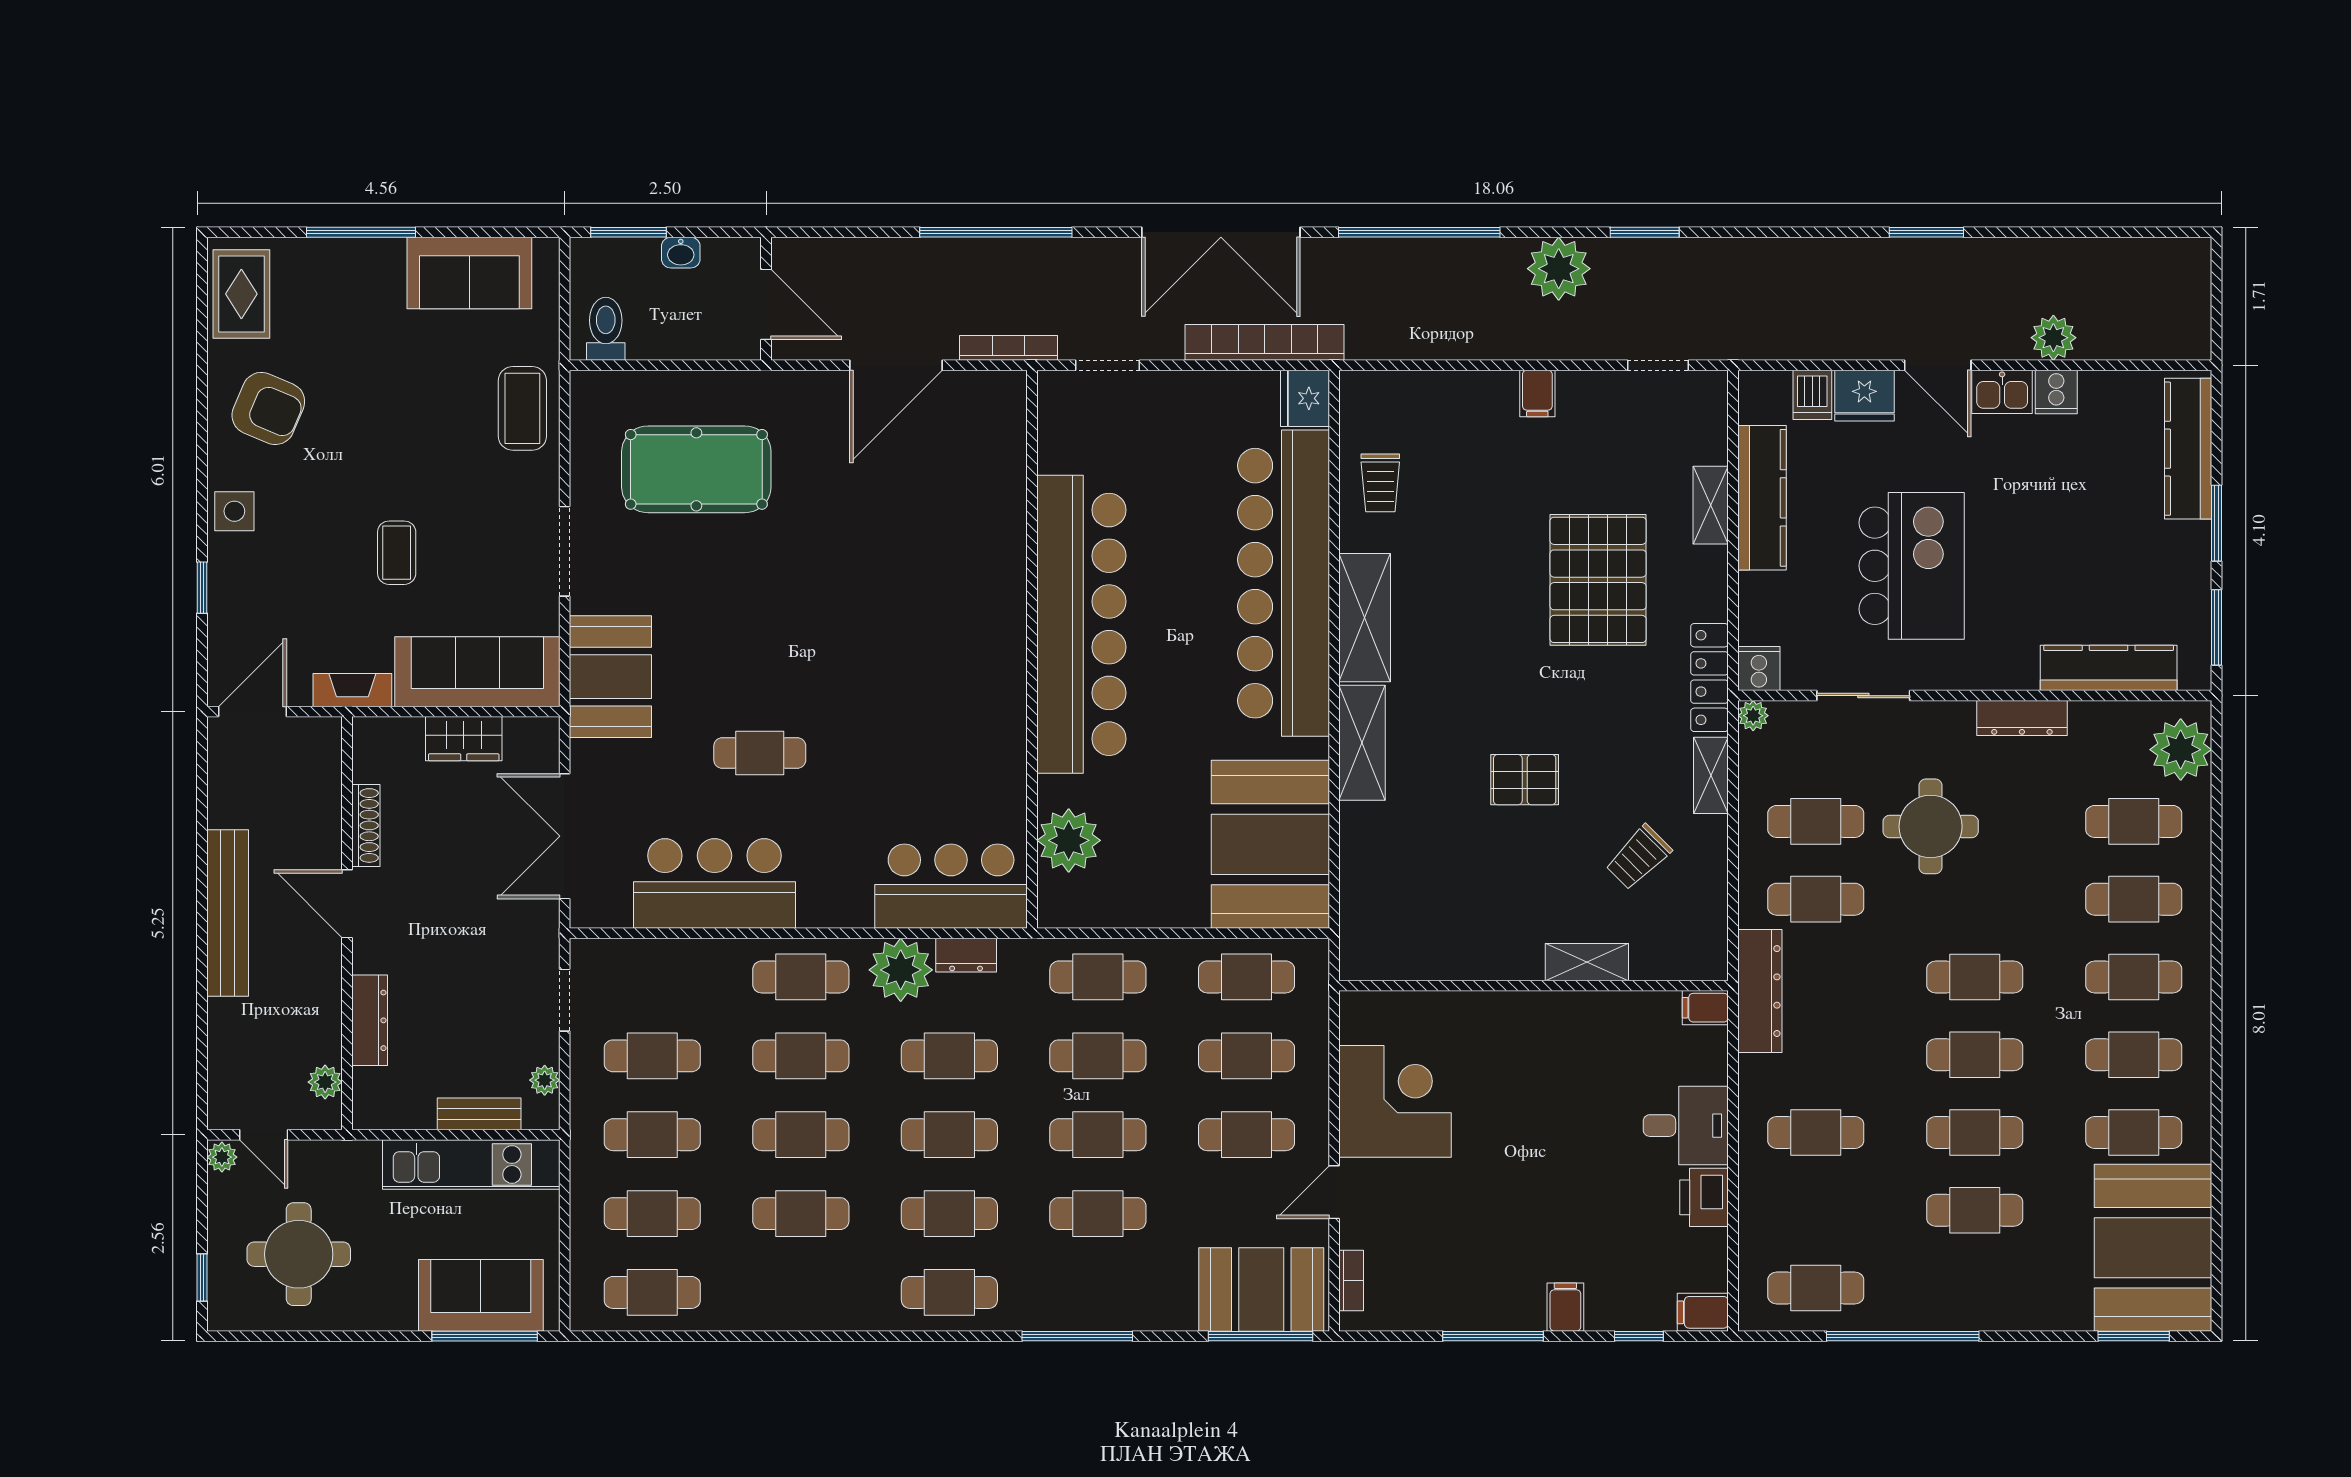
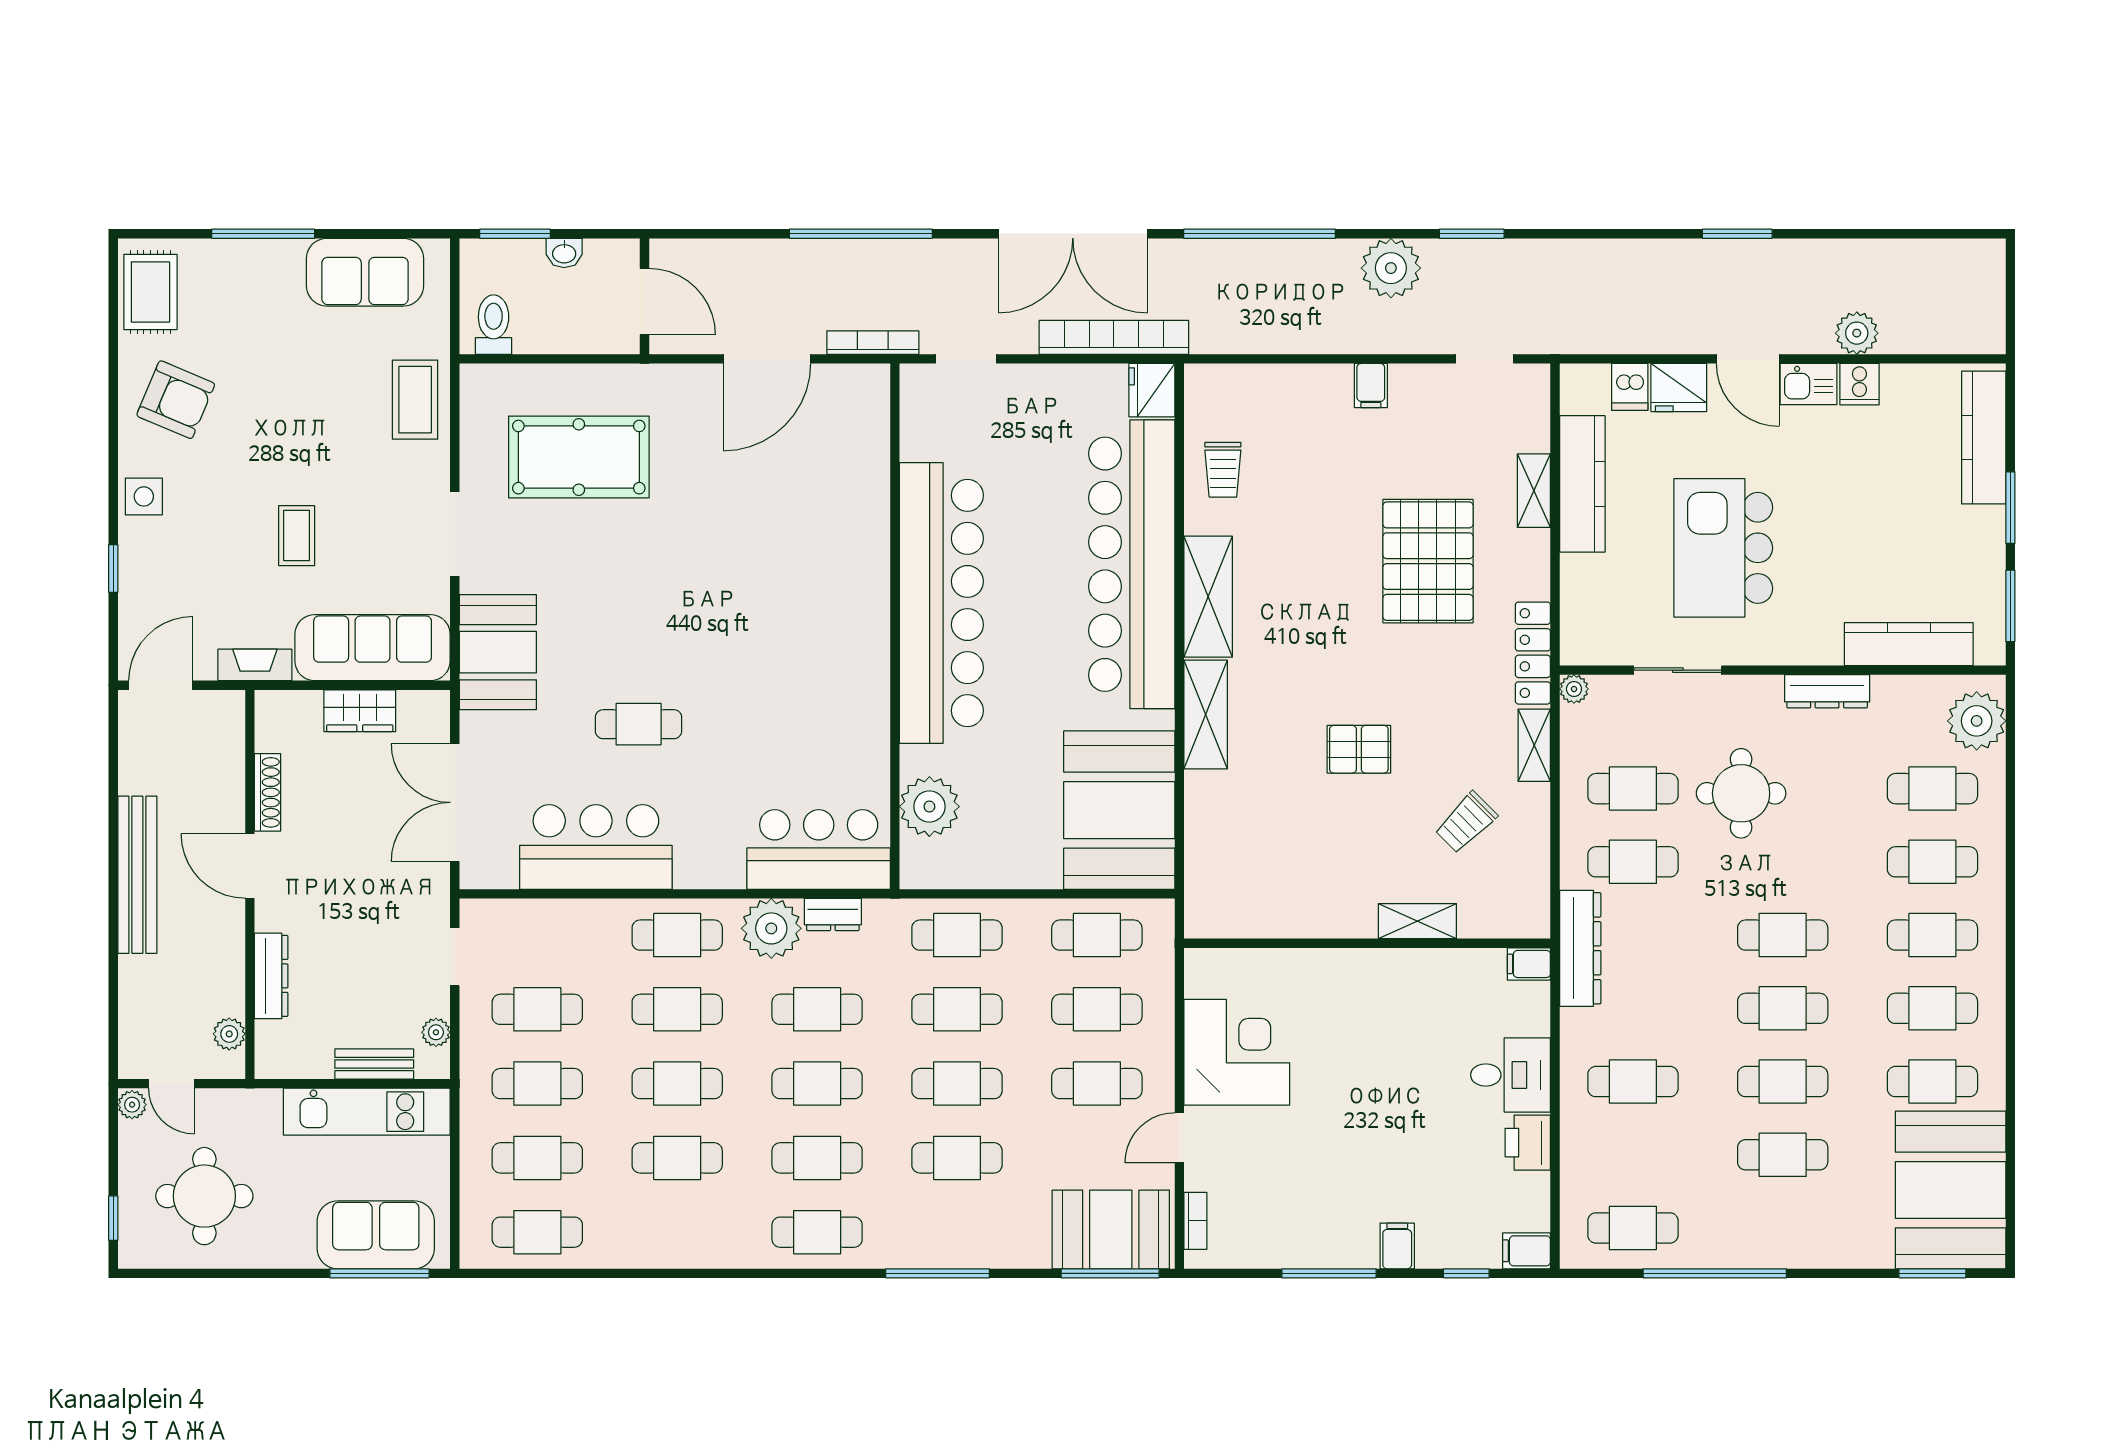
kitchen island: (1912, 566) -> (1723, 548), turned 180
cooker: (1759, 669) -> (1579, 645), removed

